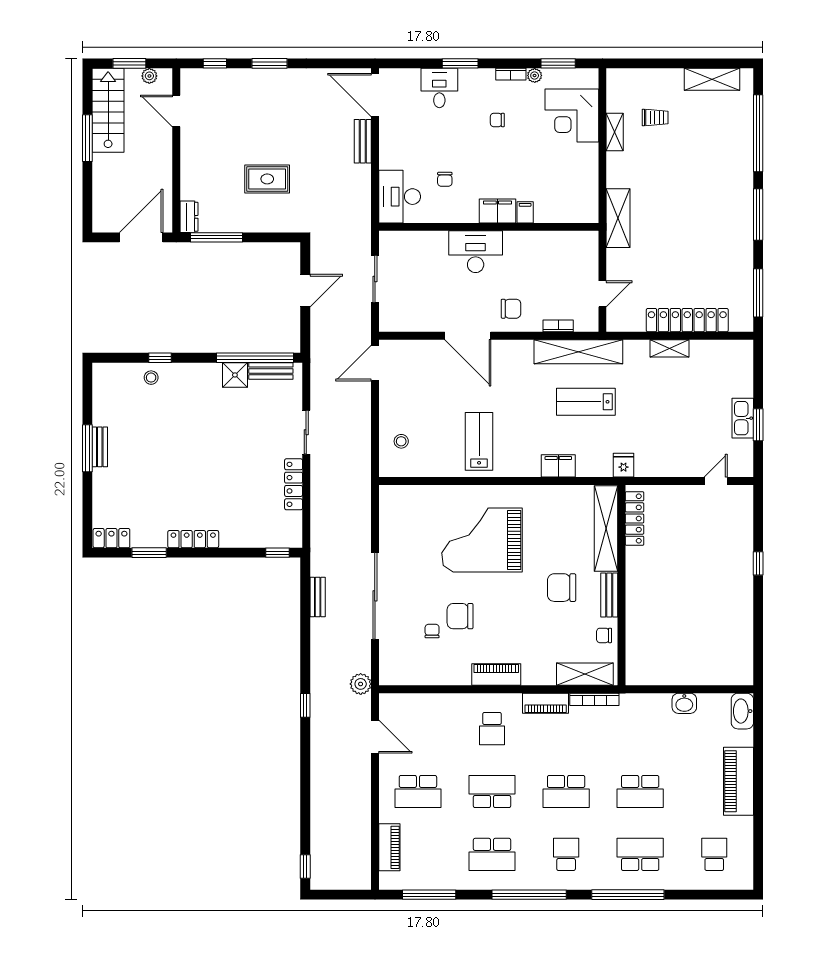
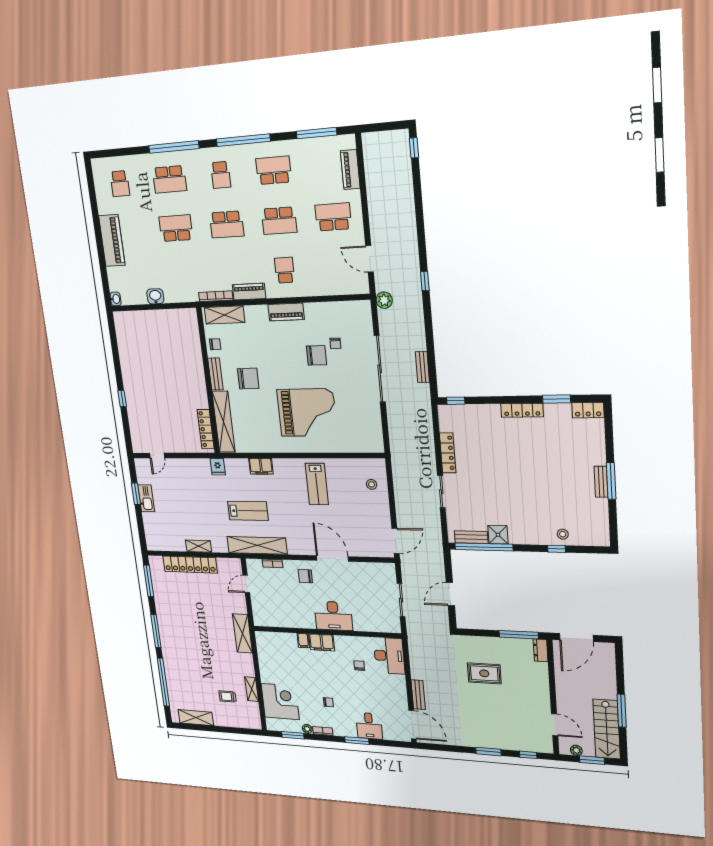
washbasin: (742, 711) -> (116, 299), width x0.52, depth x0.69
school desk: (566, 791) -> (227, 224), turned 180

